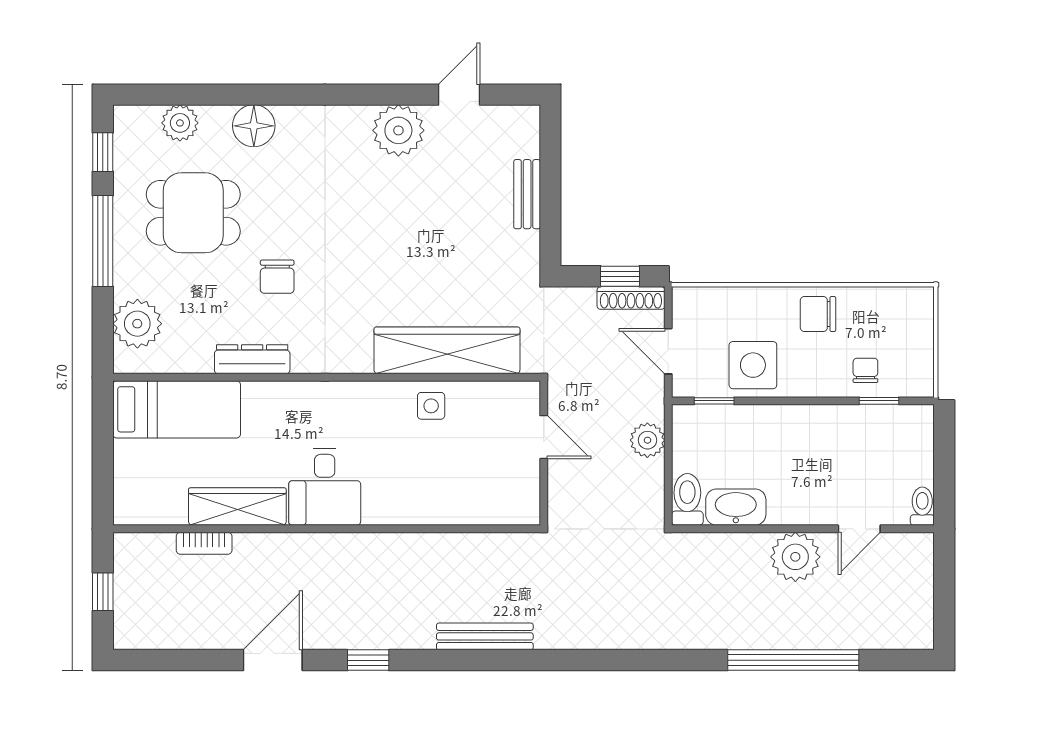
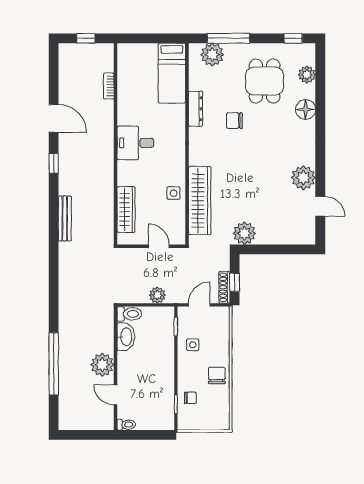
bench: (527, 194) -> (273, 238), removed
window: (103, 241) -> (228, 38), moved
plant: (516, 256) -> (244, 233), added
side table: (753, 365) -> (193, 345), width x0.54, depth x0.54
door: (544, 437) -> (159, 246), swing flipped
wardrobe: (237, 507) -> (126, 209), moved

